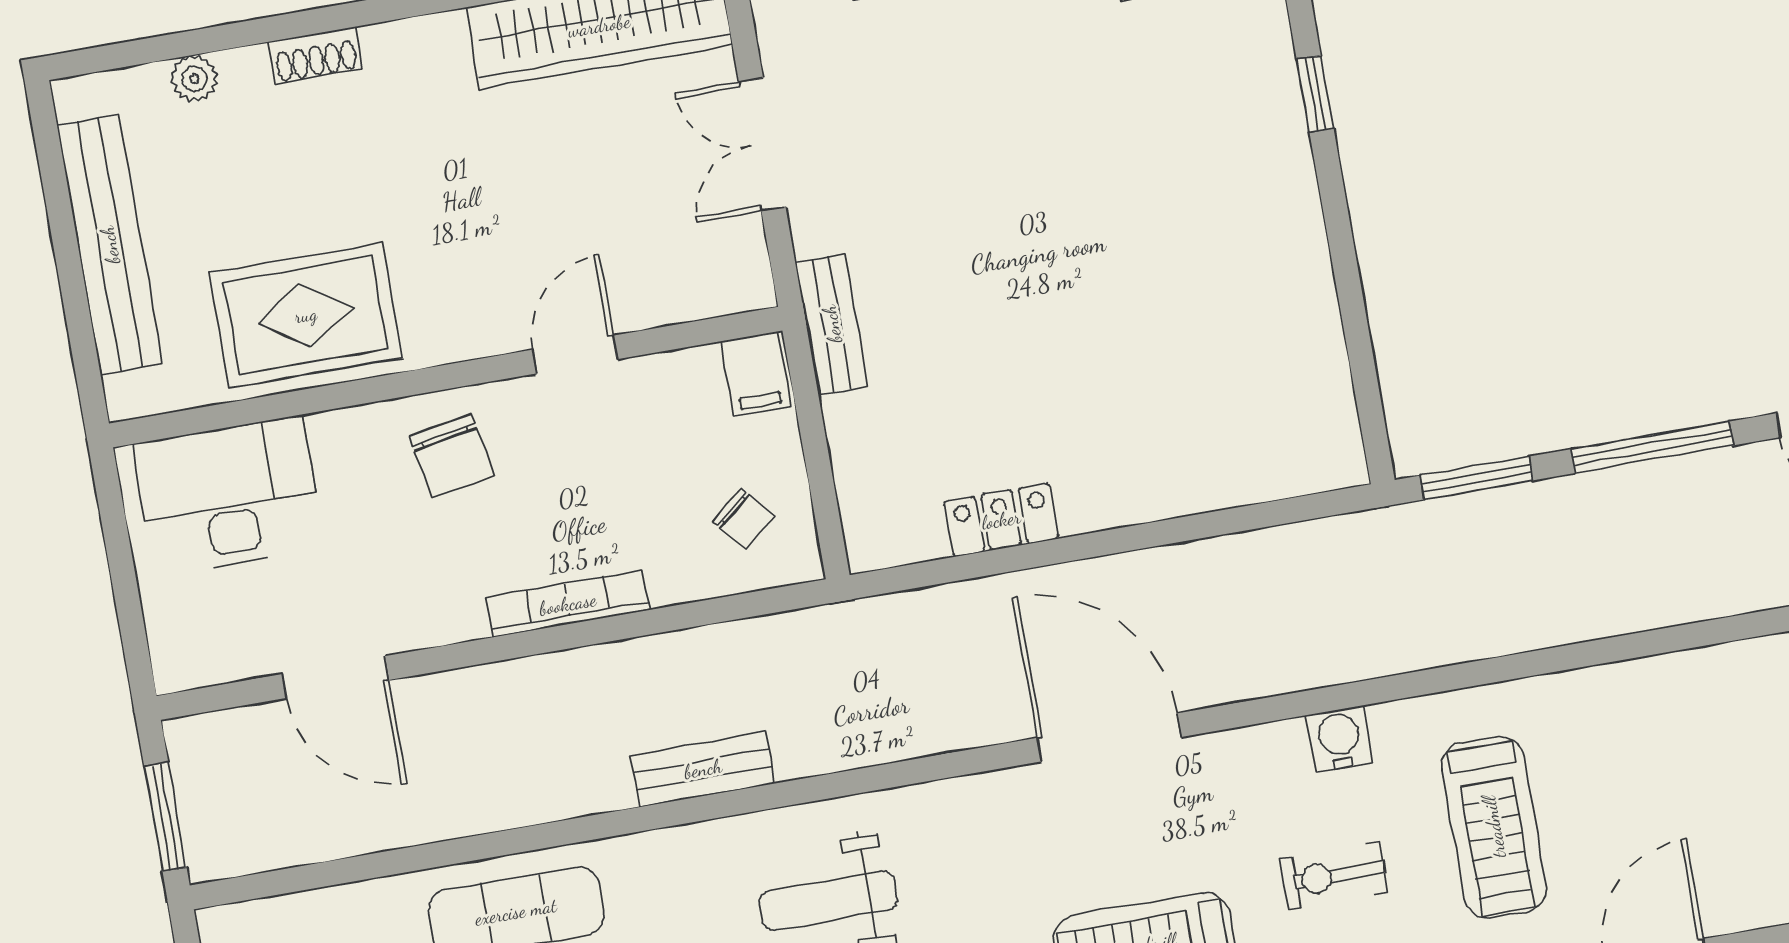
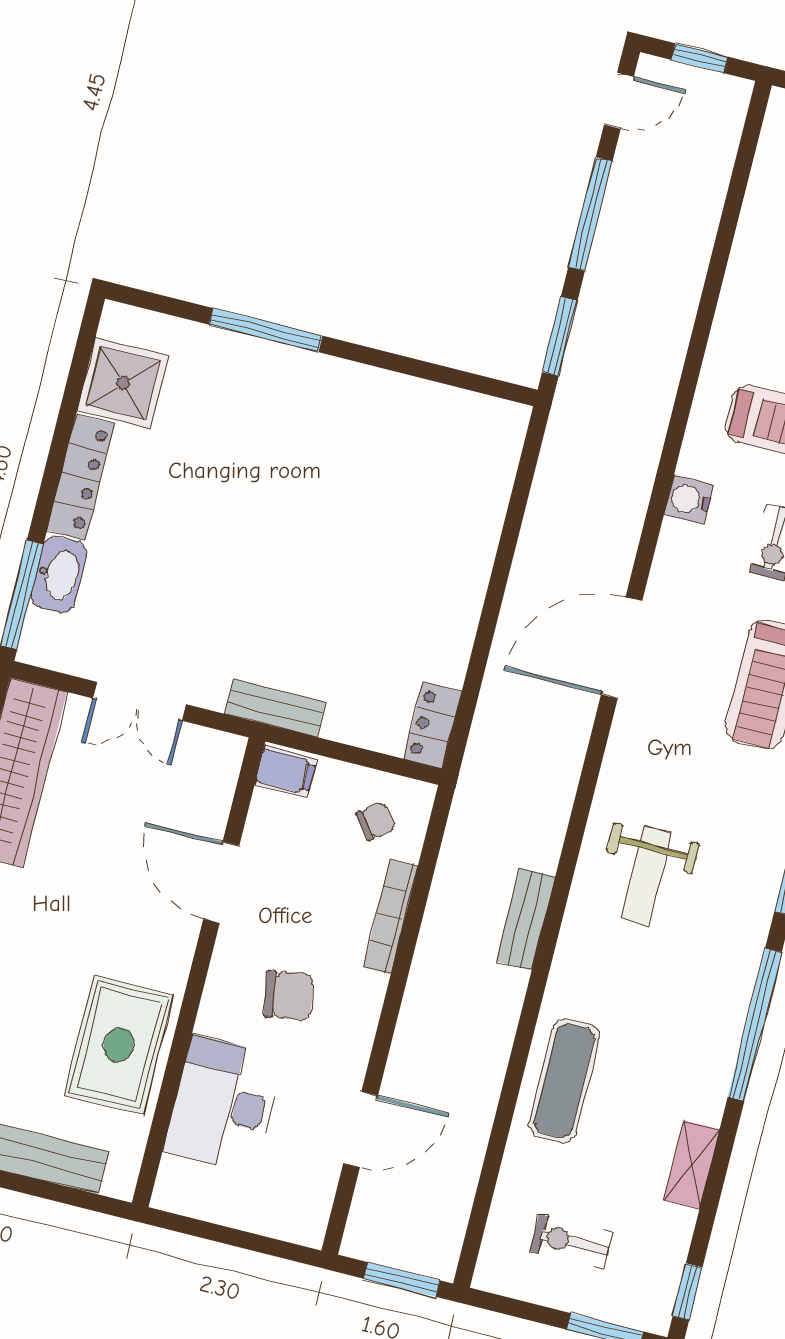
window: (1315, 94) -> (266, 330), width x2.17
door: (575, 354) -> (221, 882), width x1.38
chair: (452, 456) -> (289, 995), moved
desk: (229, 496) -> (224, 1104), moved
locker: (1001, 520) -> (433, 725), moved
bookcase: (568, 604) -> (390, 917), moved

